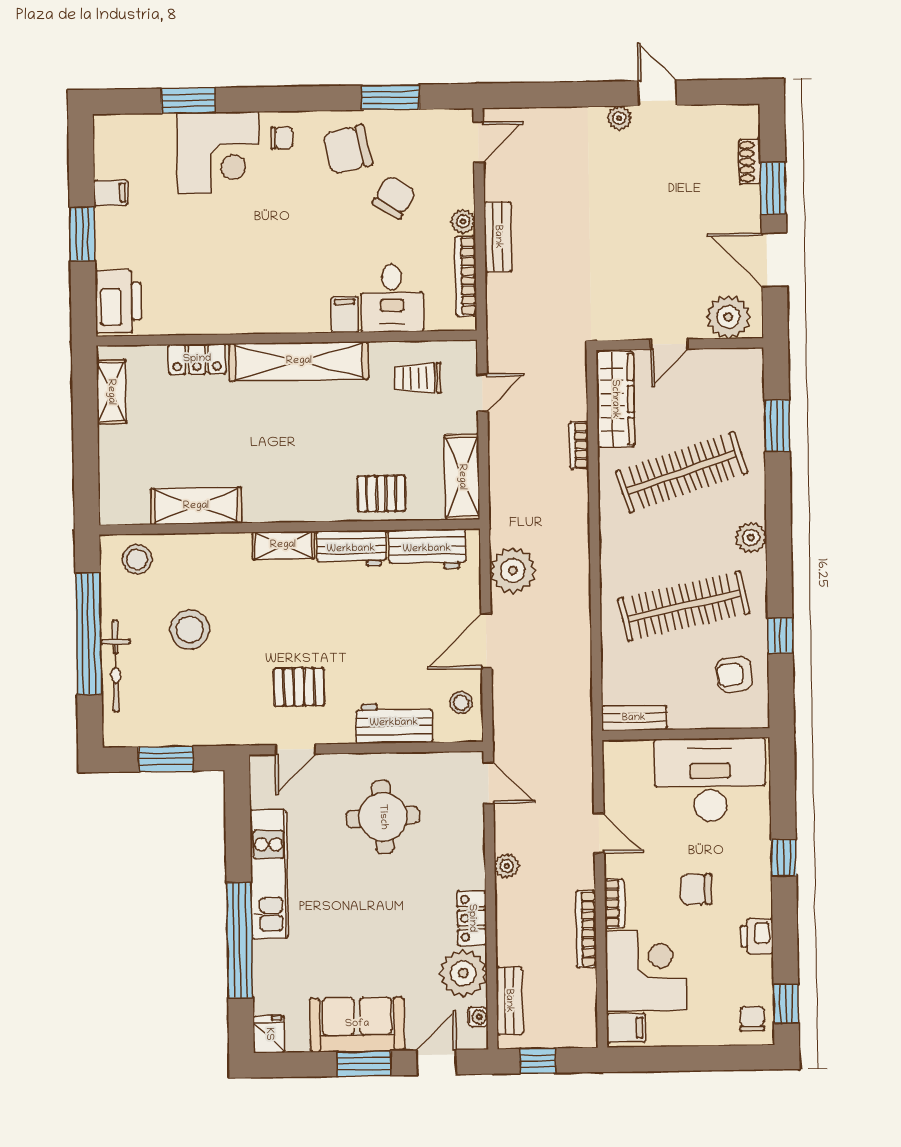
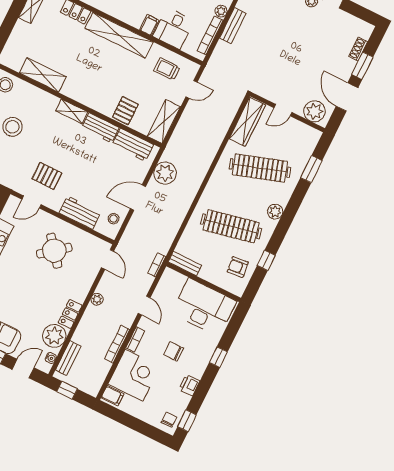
bookcase: (579, 445) -> (157, 265), moved
pallet: (381, 494) -> (125, 111), turned 90
round table: (383, 817) -> (54, 251), turned -36

